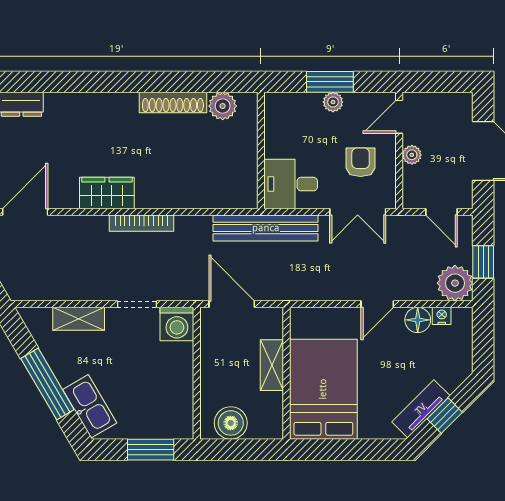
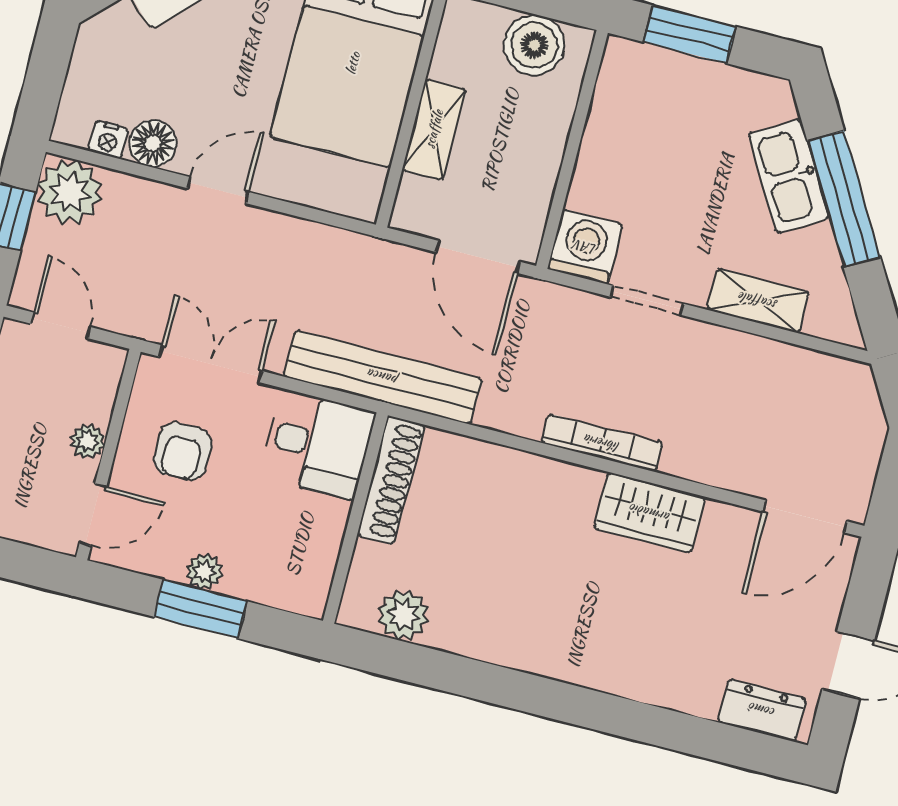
shoe rack: (173, 102) -> (391, 480), moved, turned 90
kitchen sink: (90, 406) -> (789, 176), moved

